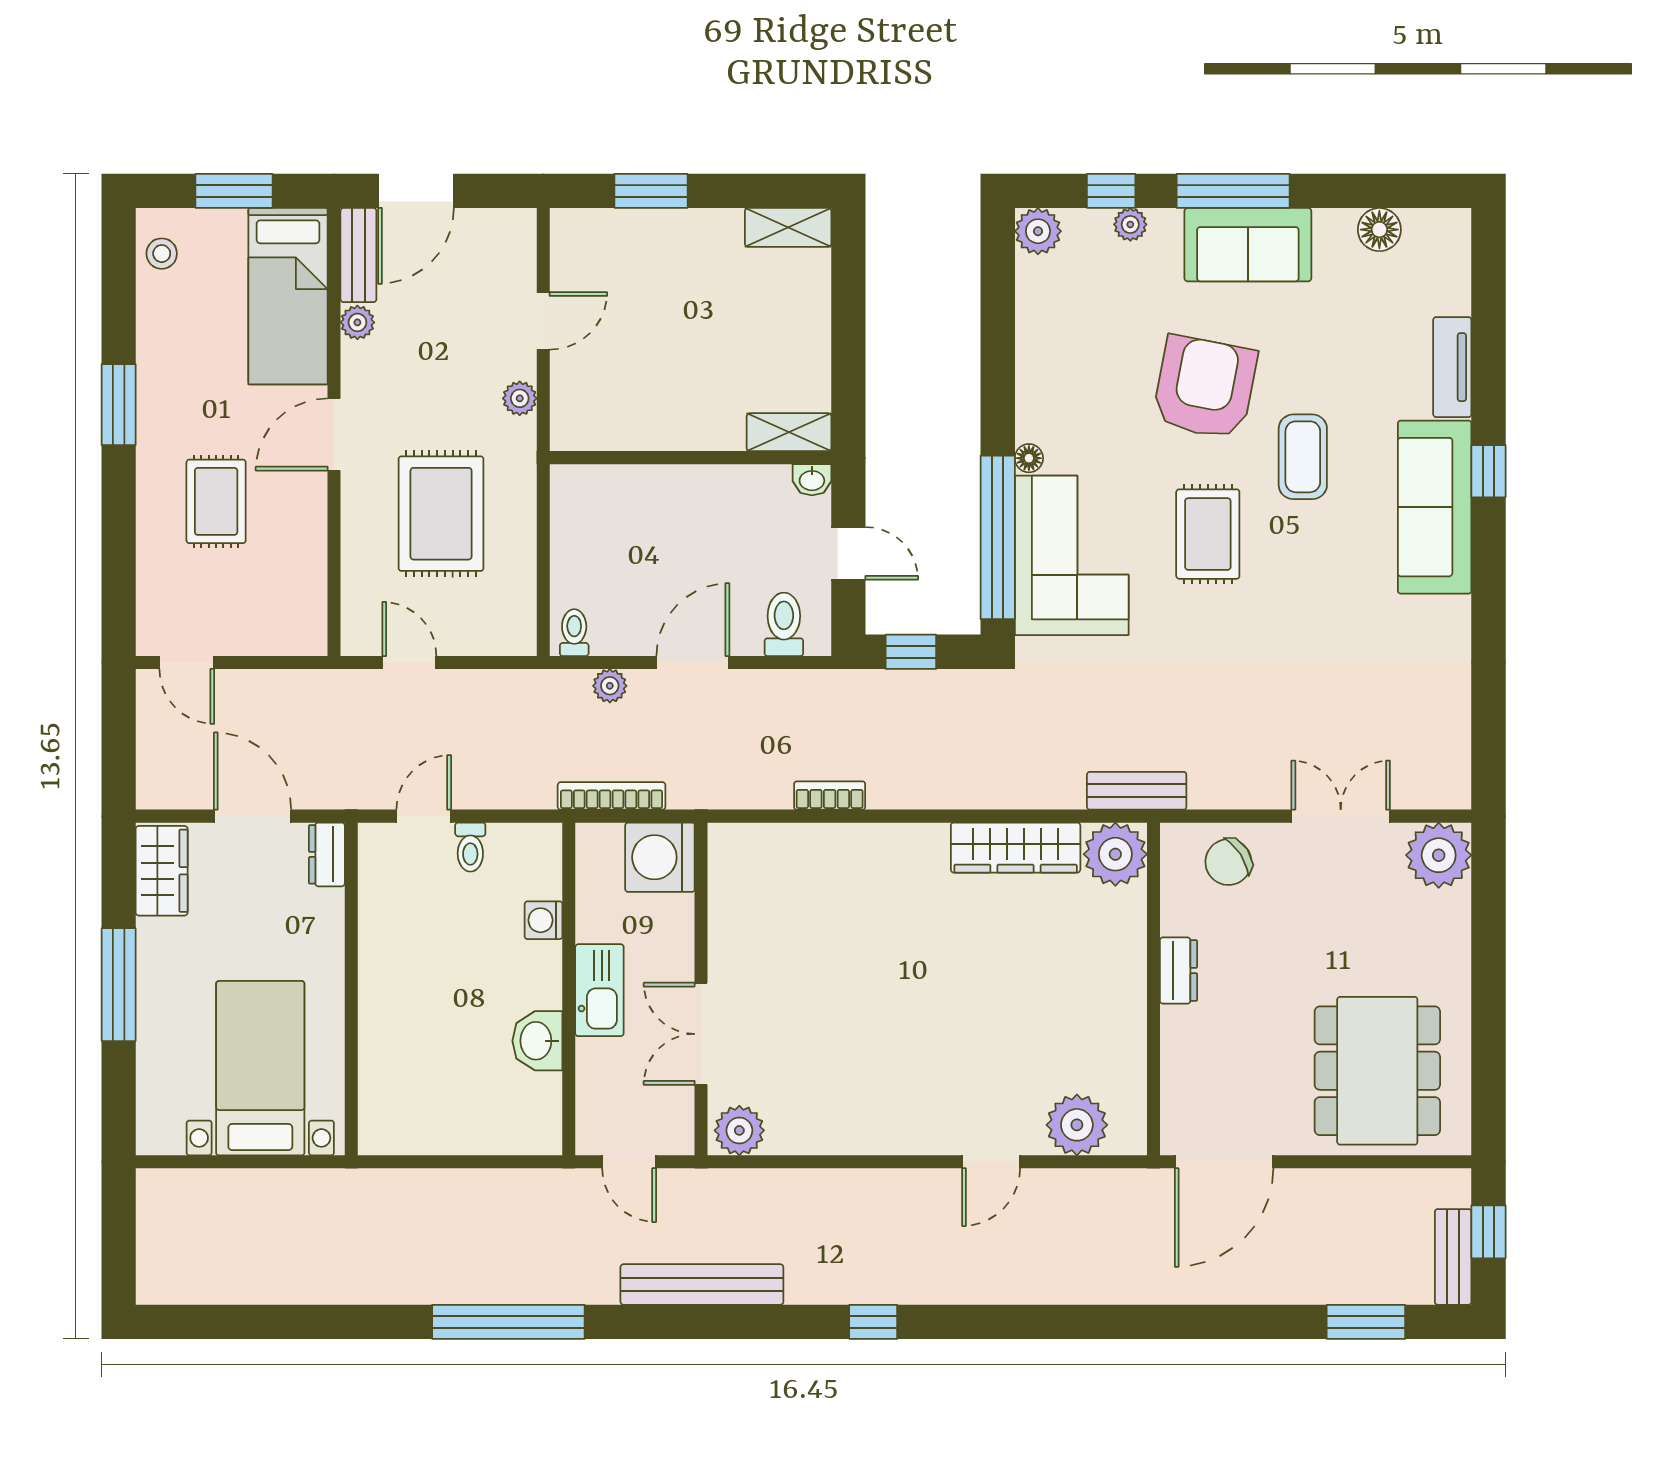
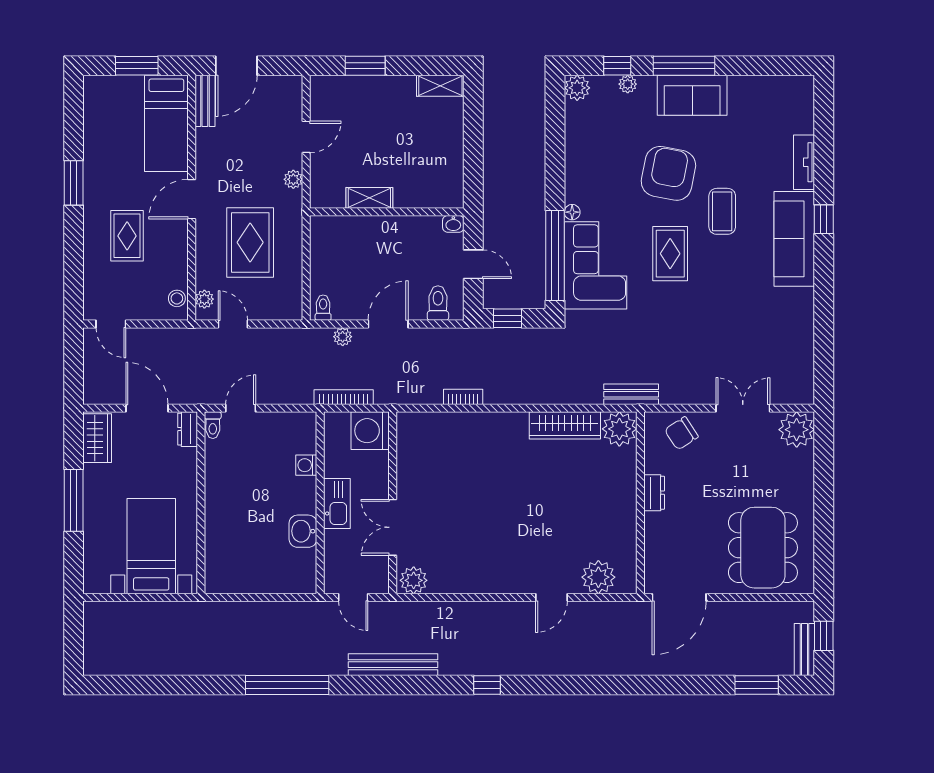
floor lamp: (1379, 230) -> (764, 87), removed
stool: (162, 254) -> (177, 298), moved
plant: (357, 322) -> (204, 299), moved
shelving: (789, 432) -> (369, 198), moved
toilet: (470, 847) -> (213, 425), moved

